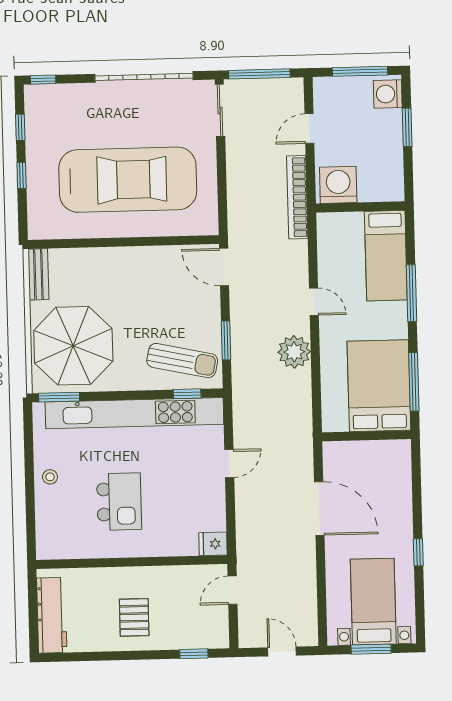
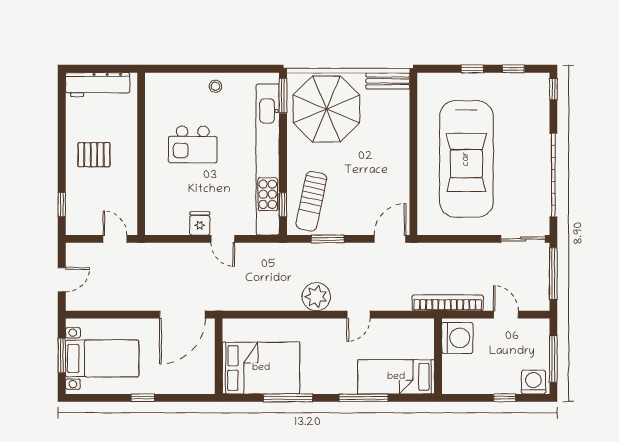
window: (407, 127) -> (505, 398), width x0.67
bed: (379, 386) -> (261, 368), moved
wall: (366, 436) -> (219, 356), moved
fridge: (213, 544) -> (200, 223), moved

